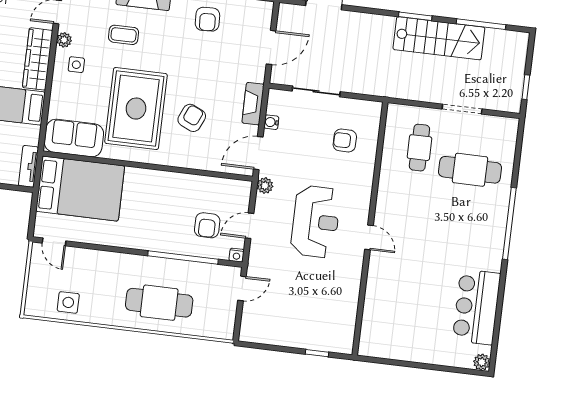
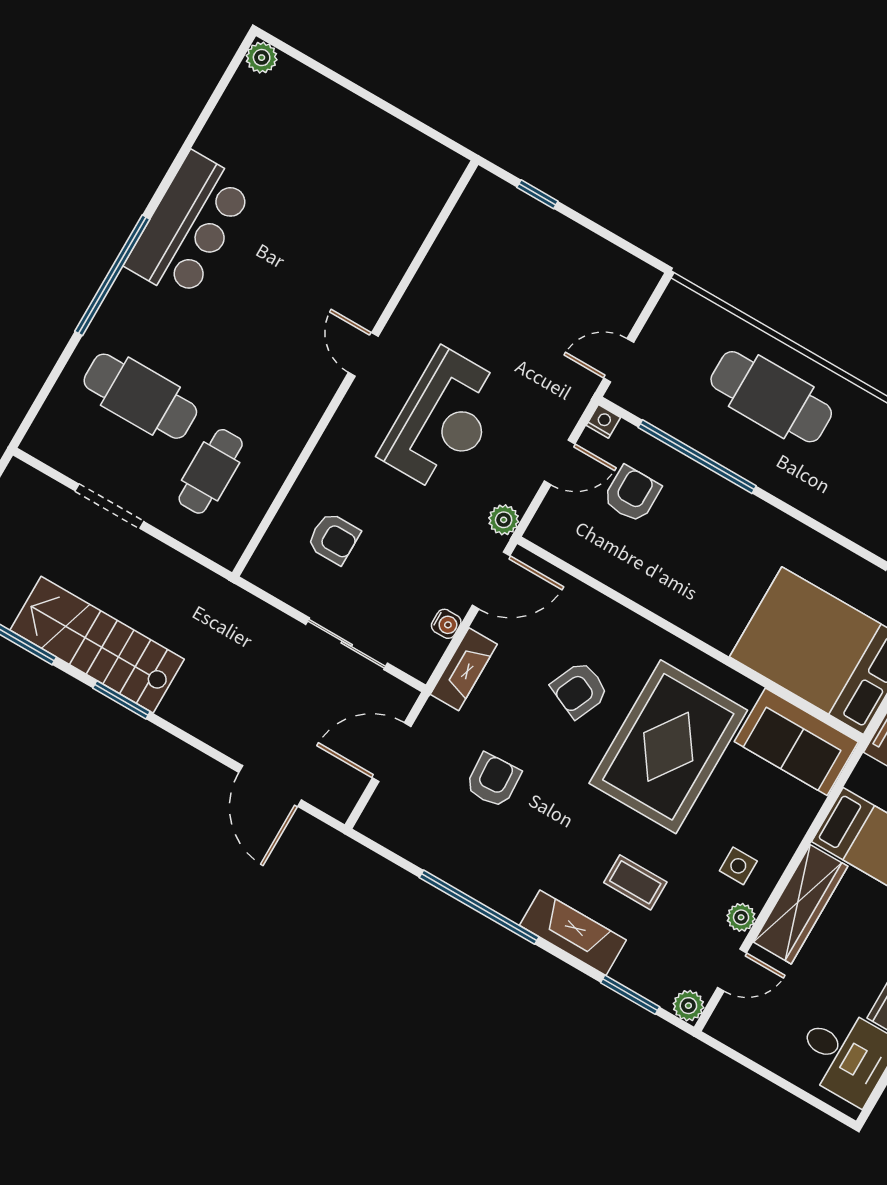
armchair: (207, 19) -> (493, 780), moved
reception desk: (316, 222) -> (443, 421), turned 180
bar counter: (477, 307) -> (189, 226), moved

